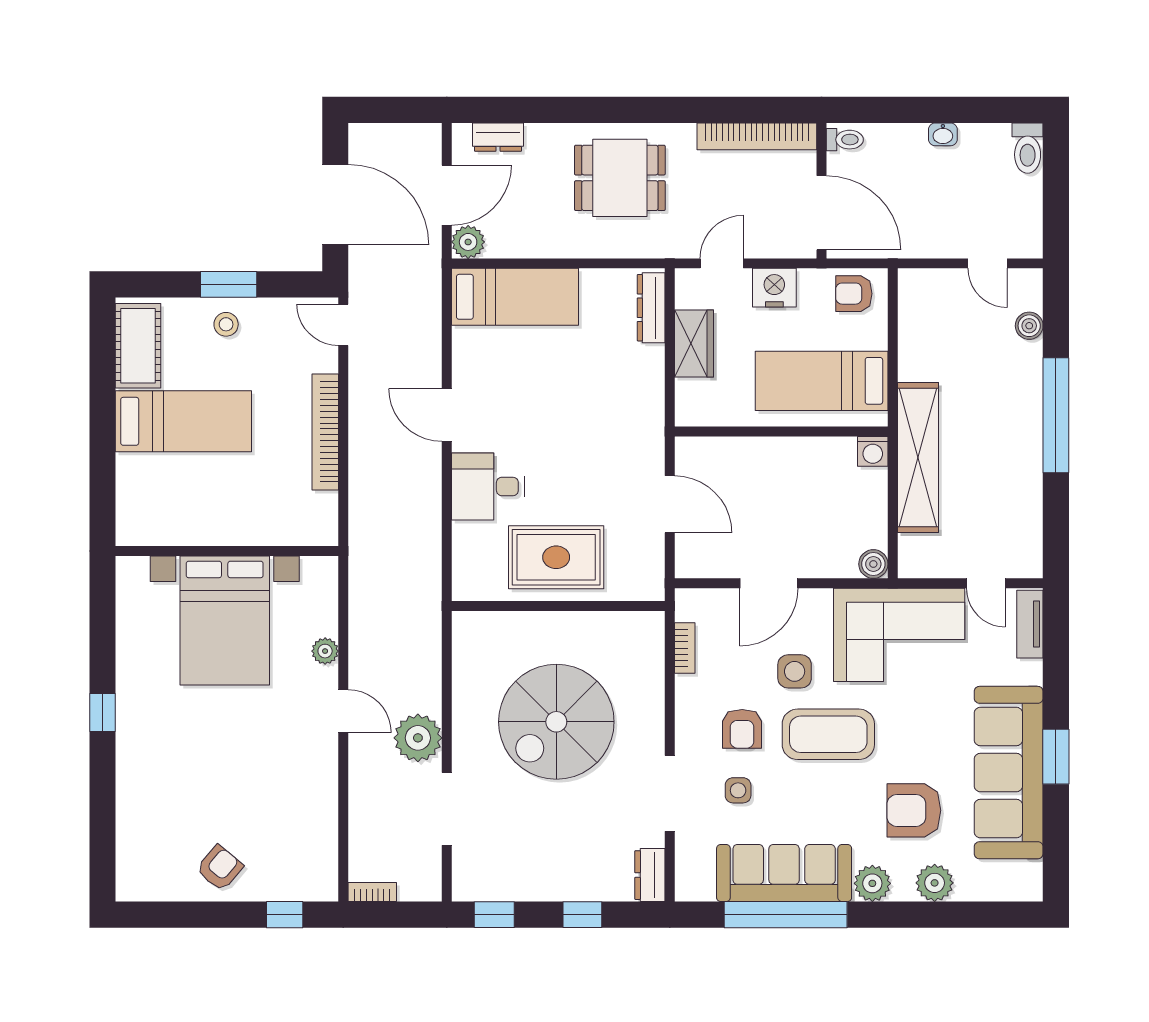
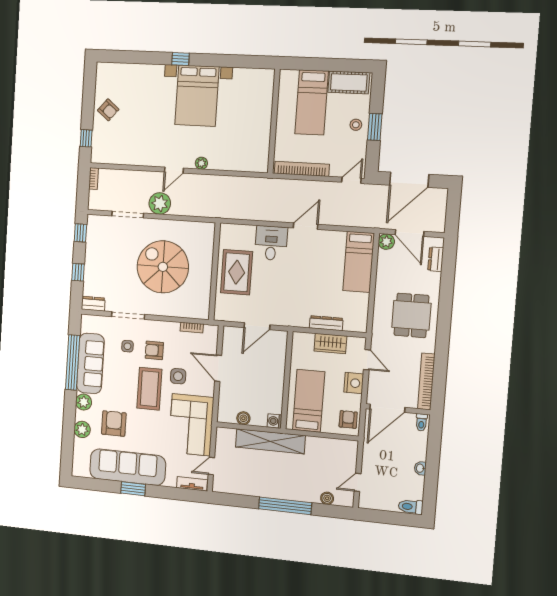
dresser: (651, 308) -> (326, 323), moved
wall: (227, 551) -> (274, 121), moved
boiler: (873, 564) -> (243, 418), moved
bed with nightstands: (225, 621) -> (197, 96), moved, turned -90

